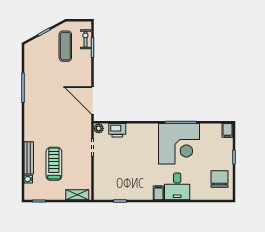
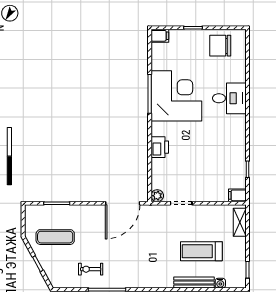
exercise bike: (85, 39) -> (91, 269), moved
printer: (117, 130) -> (160, 147), moved
filing cabinet: (159, 193) -> (237, 195), moved

